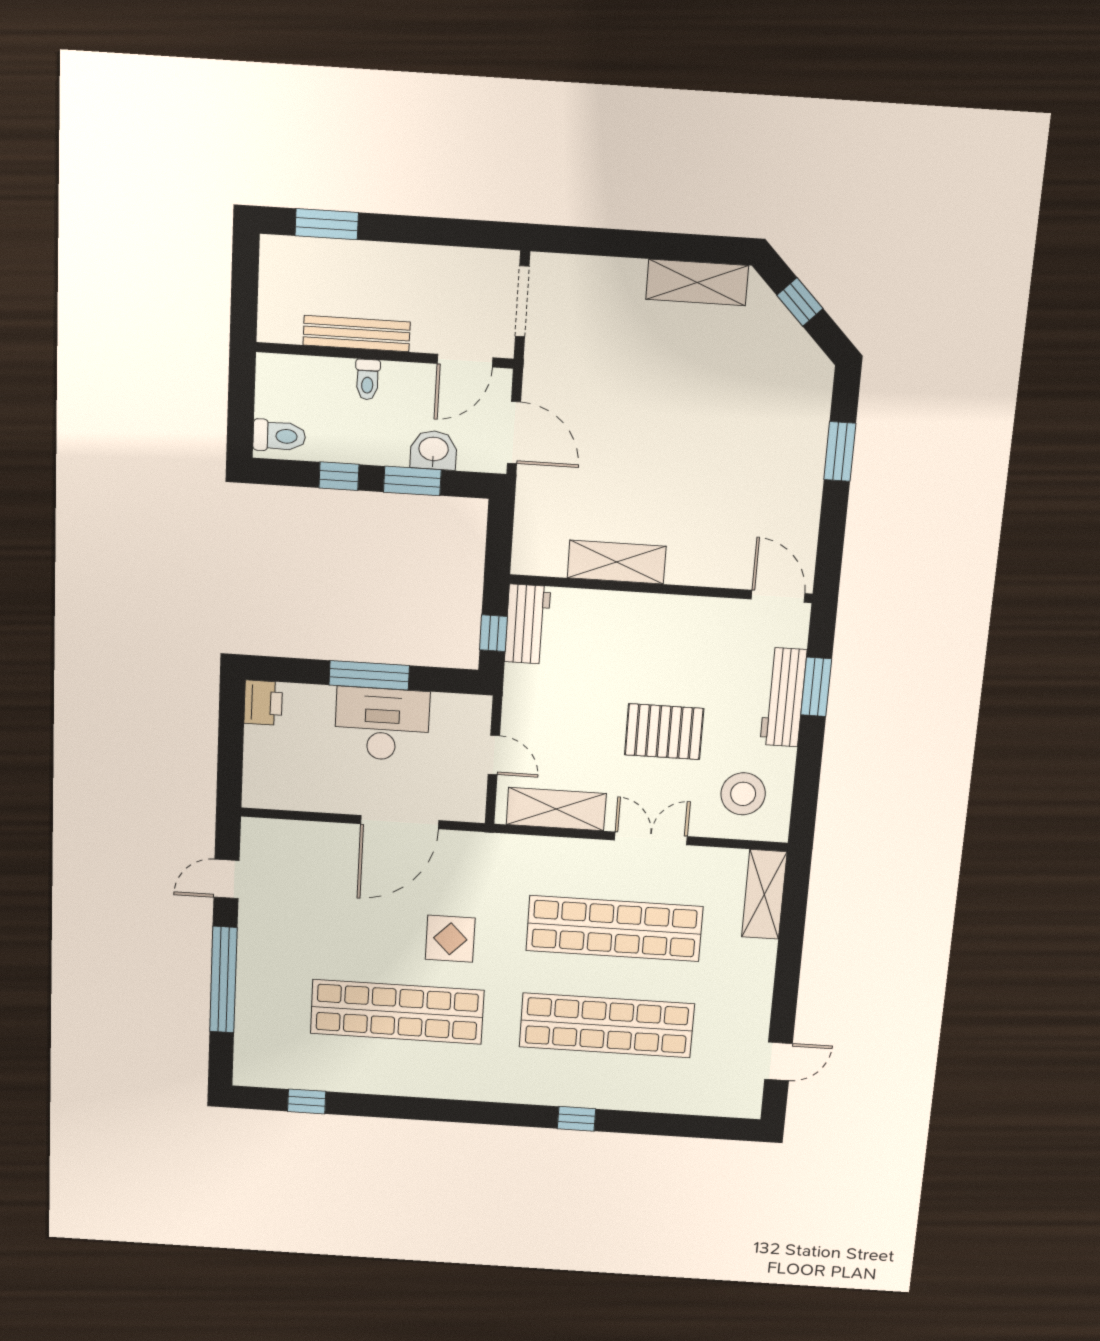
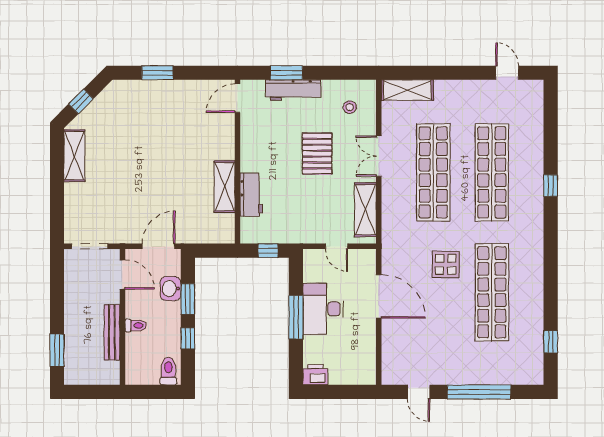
workbench: (527, 624) -> (251, 195), moved, turned 90
door: (494, 755) -> (337, 246), swing flipped
stool: (743, 794) -> (350, 107), width x0.53, depth x0.53

